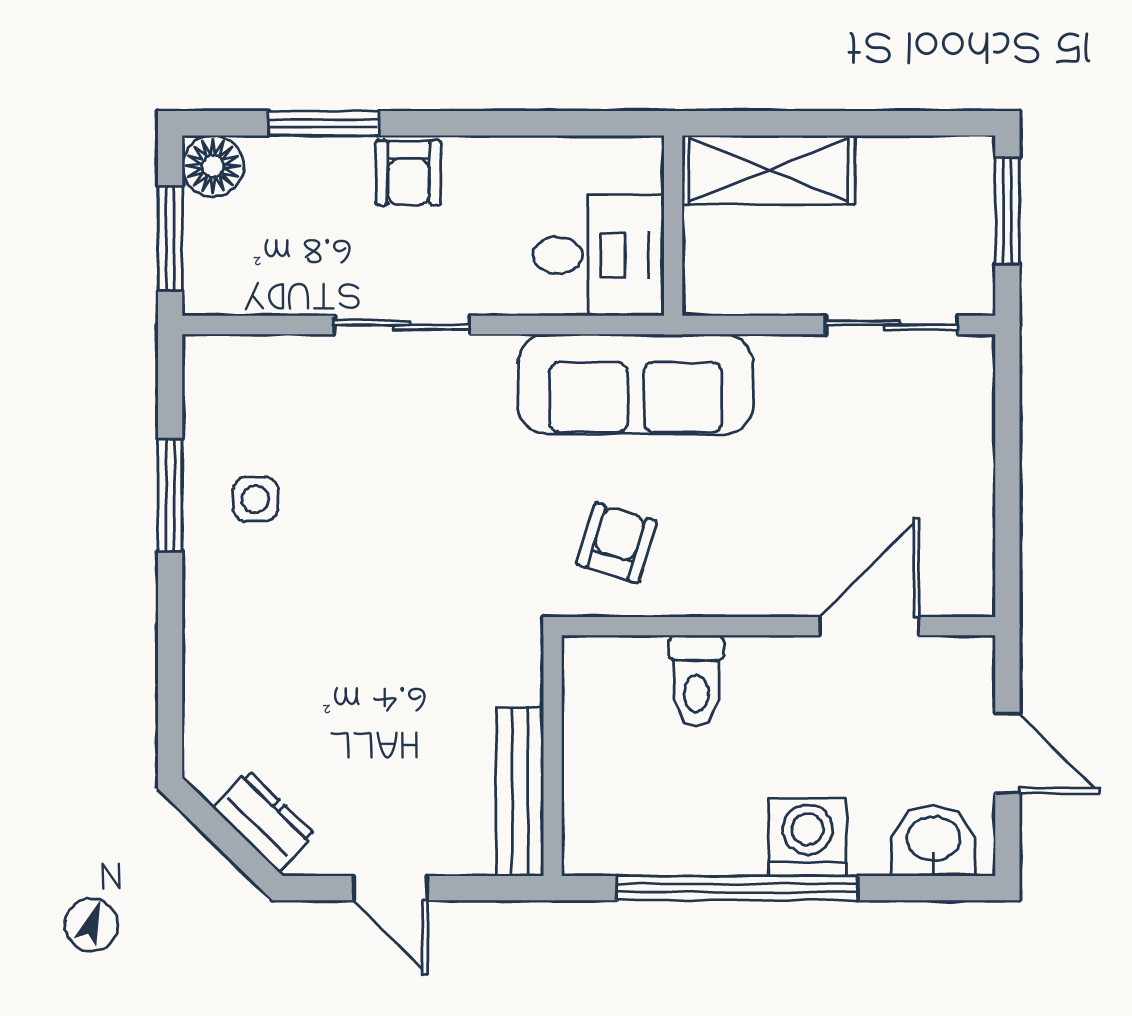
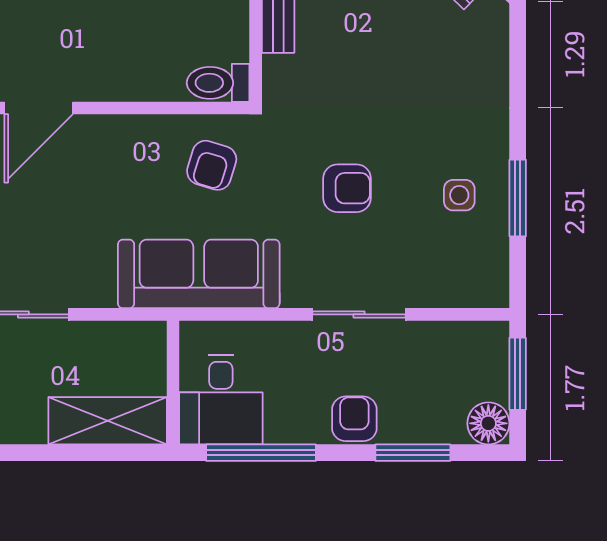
window: (545, 123) -> (261, 453), added
desk: (599, 255) -> (221, 400), moved, turned -90
armchair: (419, 509) -> (347, 188), added
toilet: (696, 681) -> (218, 83), moved, turned -90

